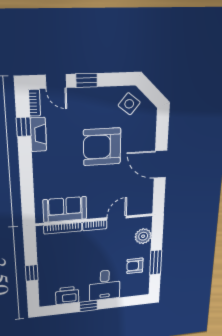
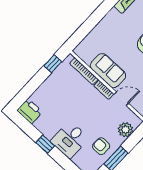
sofa: (65, 209) -> (108, 71), moved
window: (32, 273) -> (53, 64), moved
printer: (67, 295) -> (30, 111), moved

